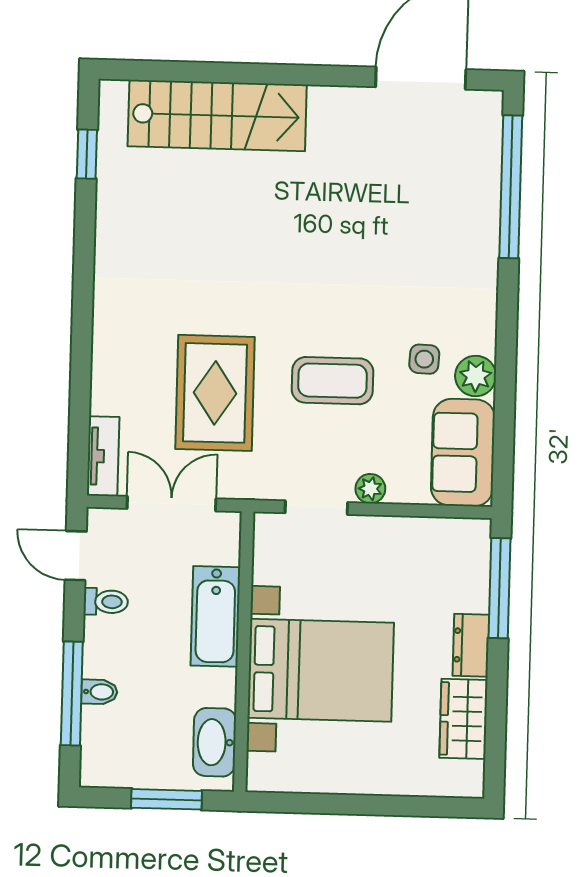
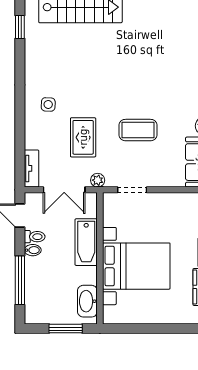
side table: (424, 359) -> (48, 104), moved
rug: (215, 393) -> (83, 137), width x0.73, depth x0.70
plant: (370, 489) -> (98, 180), moved
double door: (172, 504) -> (64, 190), swing flipped
bidet: (99, 692) -> (33, 250), moved

